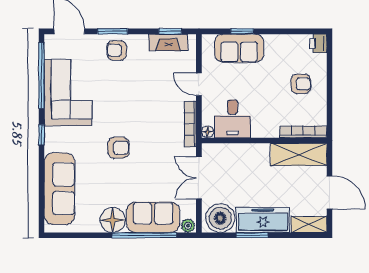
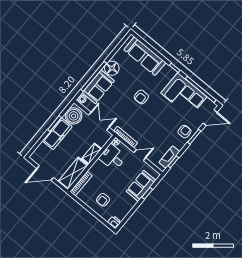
shelving: (309, 225) -> (92, 154), moved

